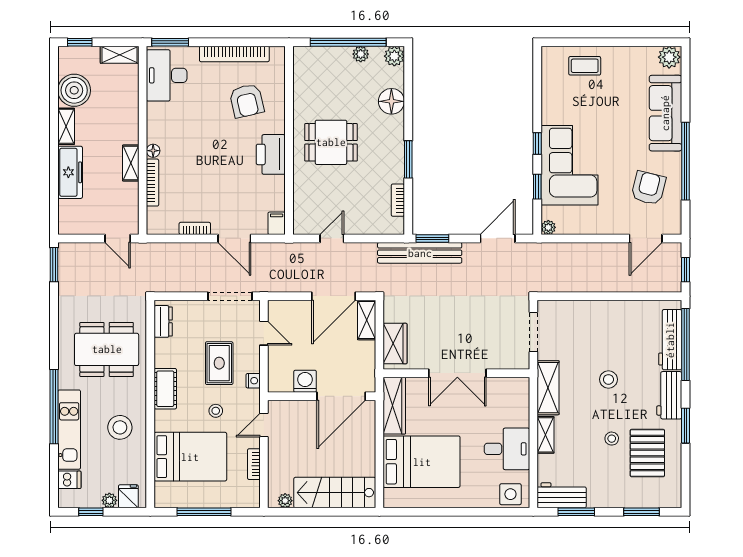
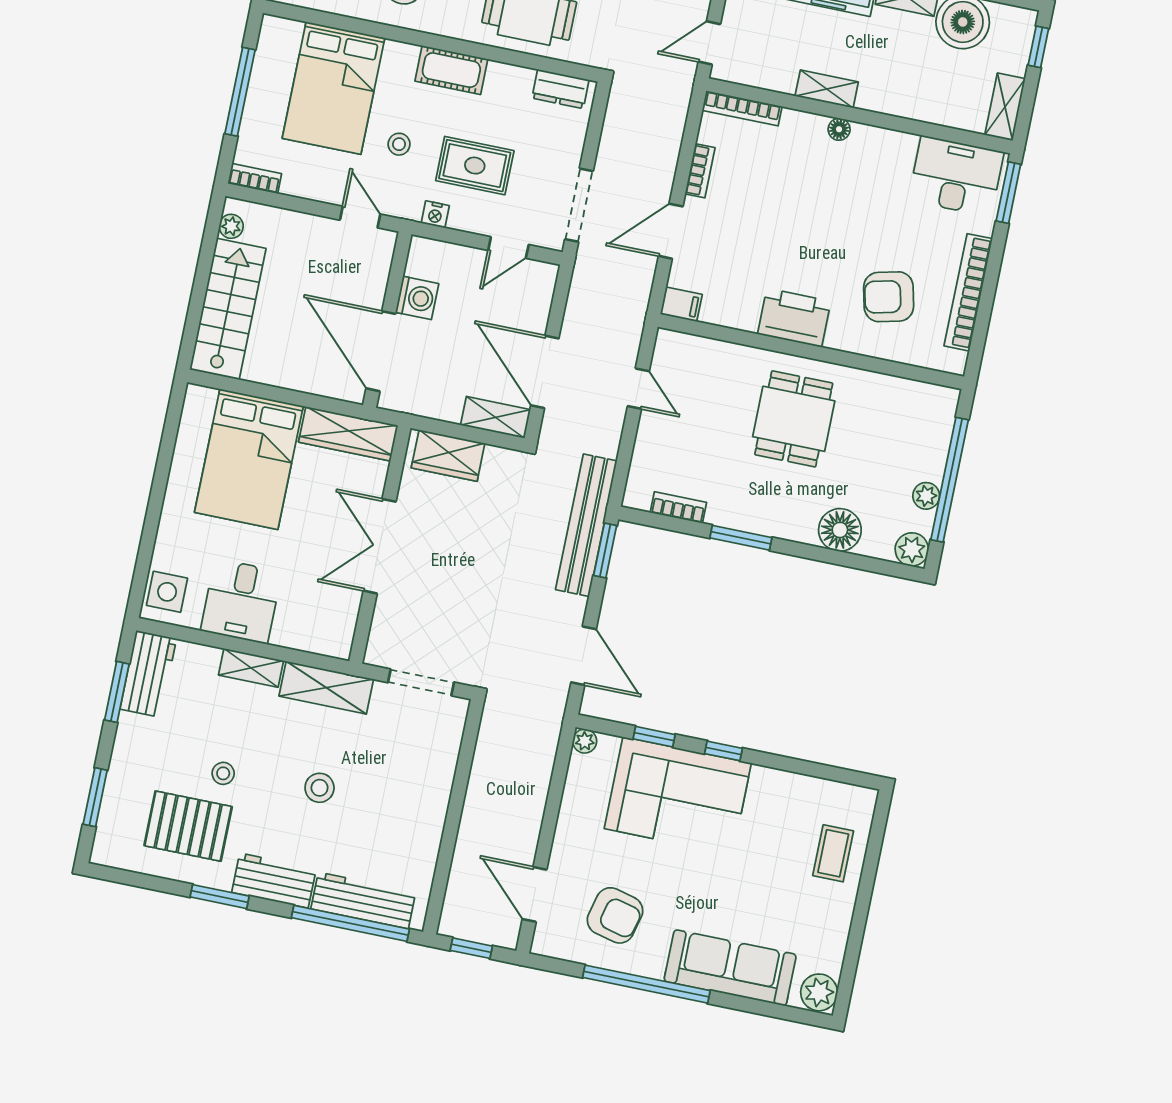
bookcase: (153, 183) -> (742, 108), moved
bookcase: (254, 464) -> (255, 179), moved

